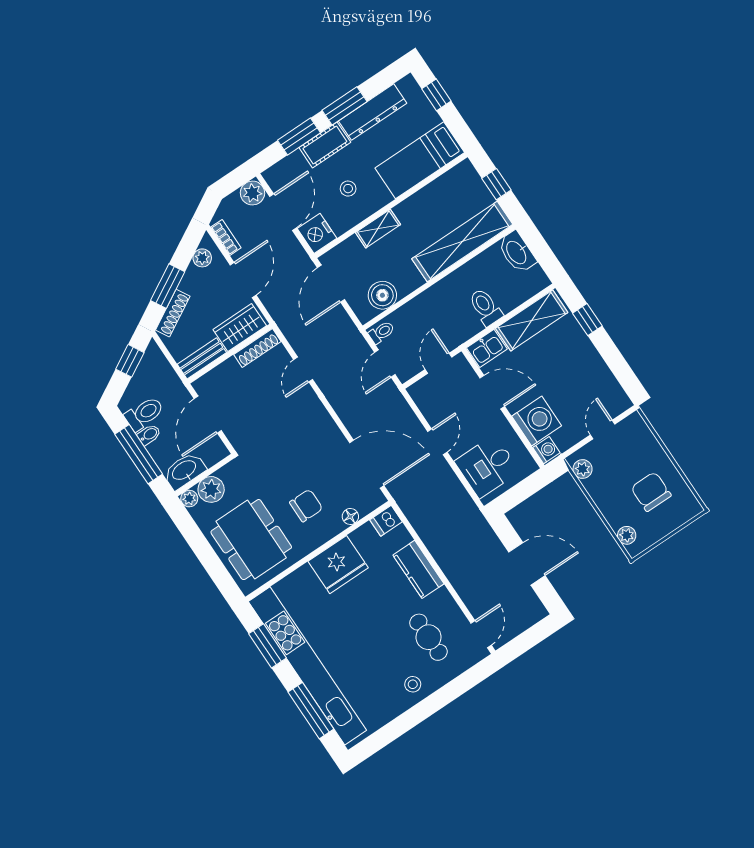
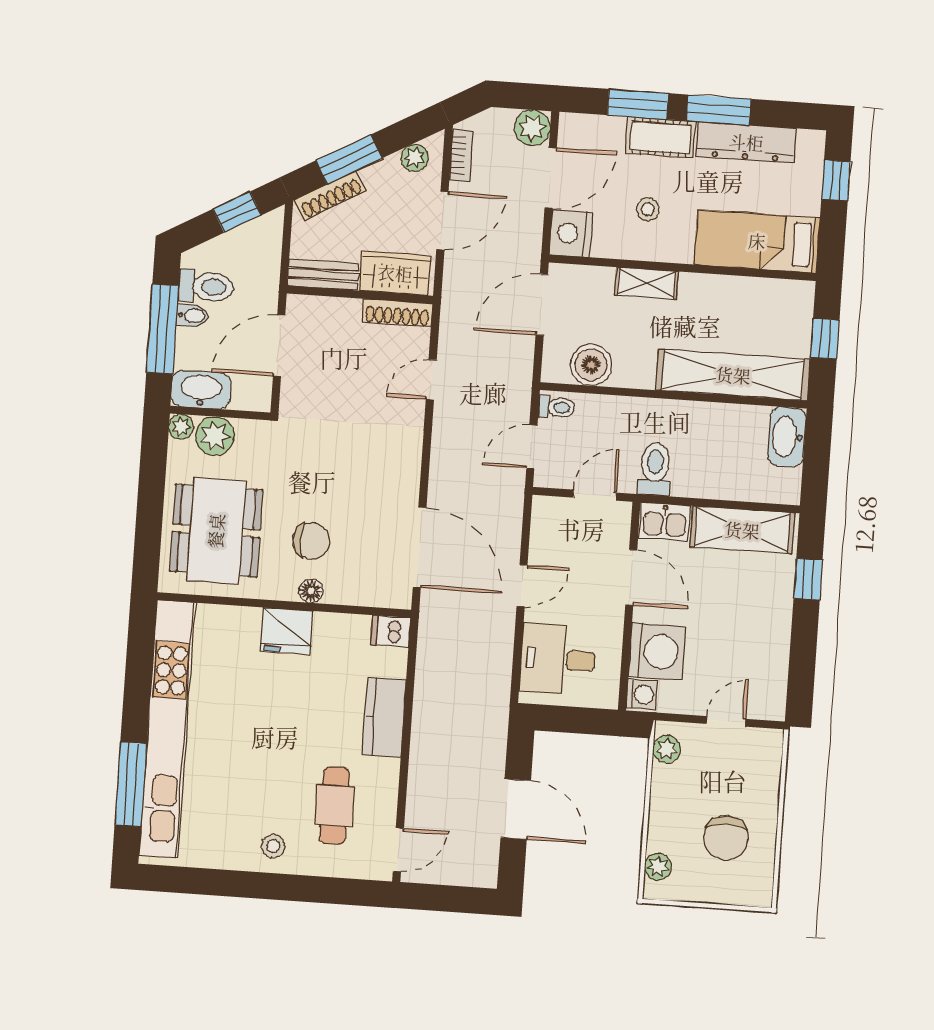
toilet: (485, 307) -> (655, 469), moved
chair: (651, 492) -> (726, 838), turned 180
floor lamp: (350, 516) -> (311, 591), moved
fridge: (338, 565) -> (286, 631), width x0.73, depth x0.75
window: (267, 646) -> (139, 670), removed

